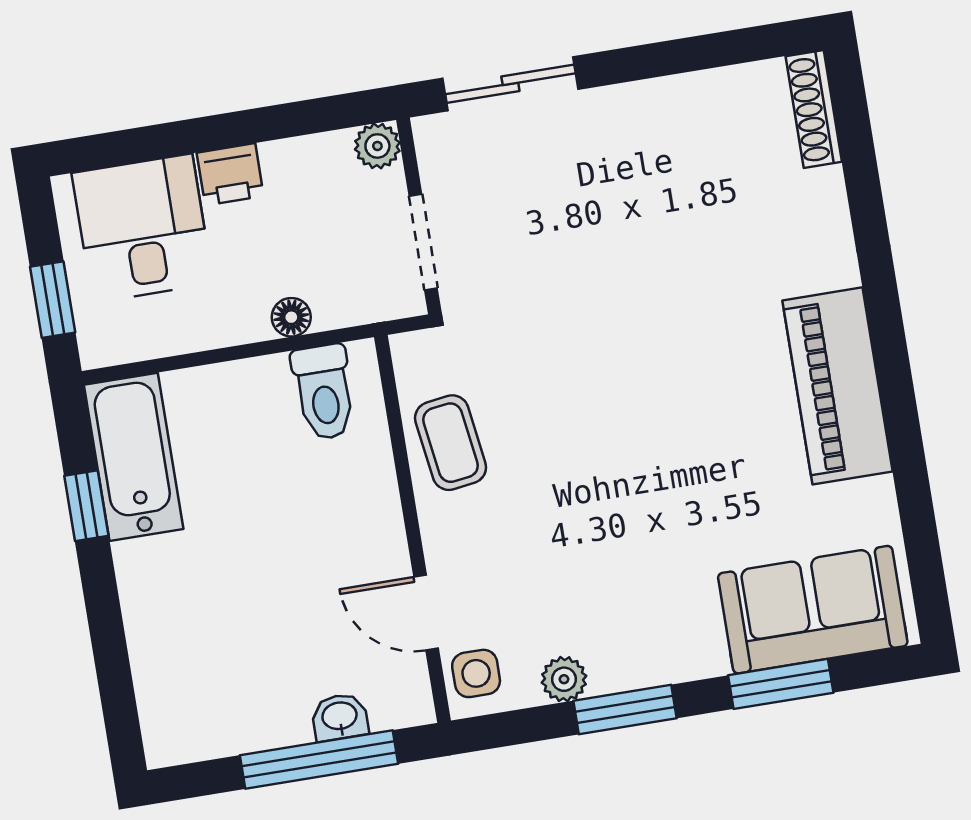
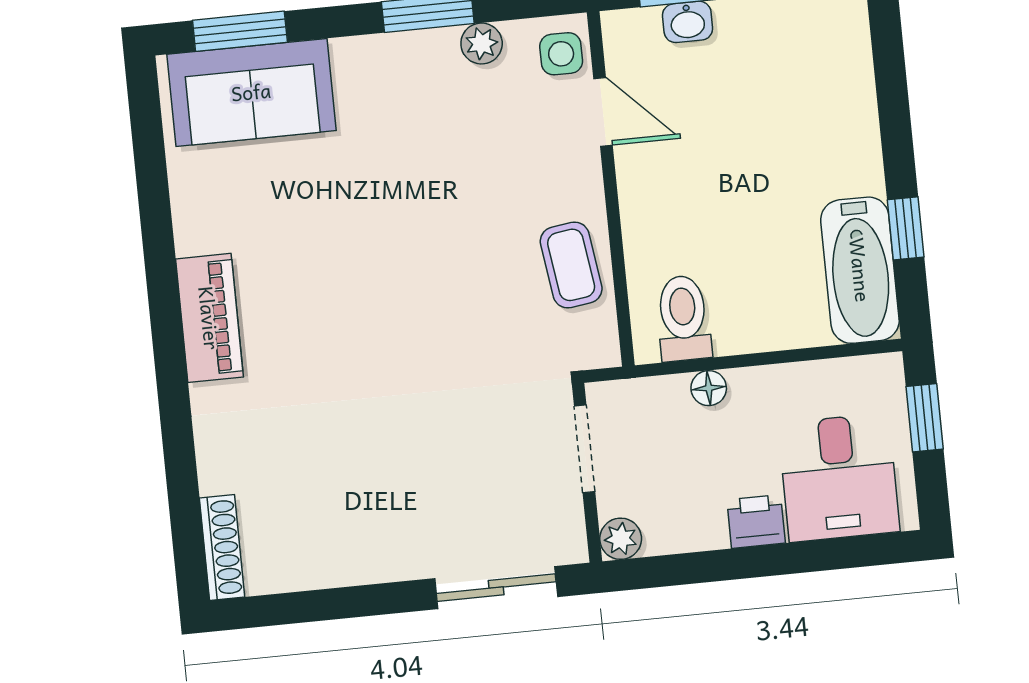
piano: (837, 386) -> (209, 318), width x0.73, depth x0.75
window: (781, 684) -> (240, 31), moved

